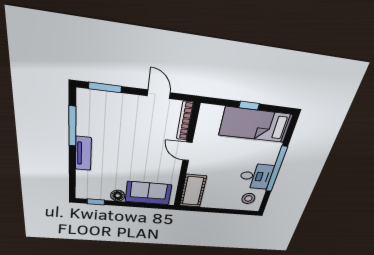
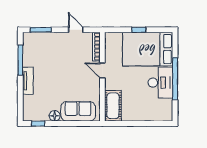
bed: (256, 125) -> (148, 49), width x1.50
desk: (256, 176) -> (160, 83), width x1.37
stool: (248, 198) -> (160, 109), removed

